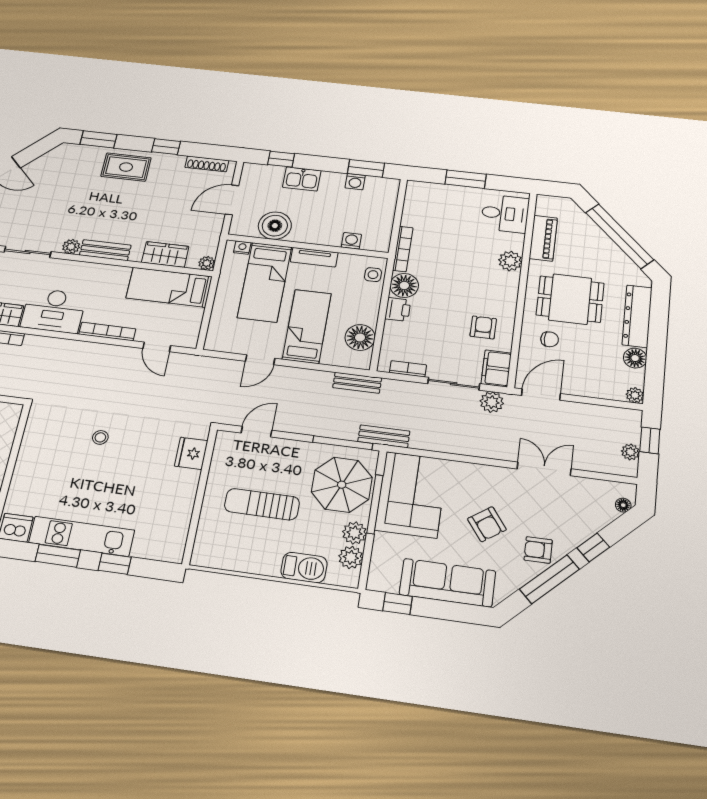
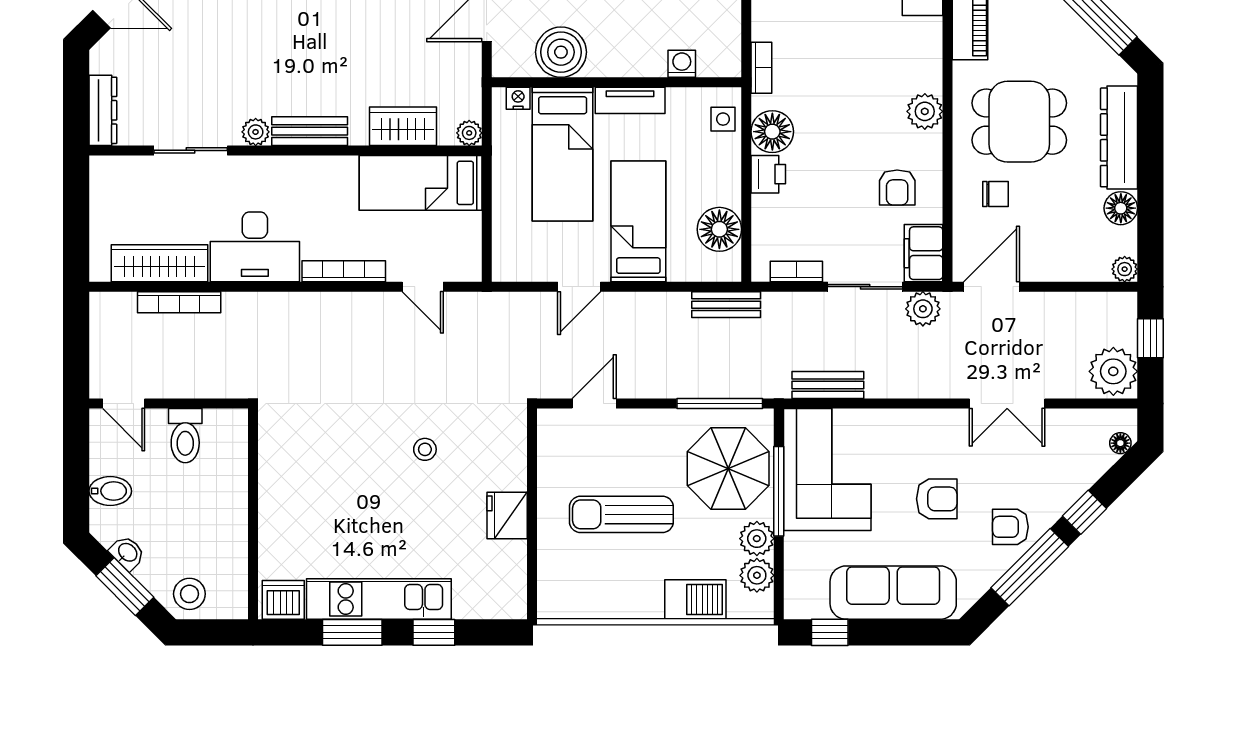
bookcase: (403, 249) -> (761, 68), width x0.64
plant: (510, 261) -> (925, 111), moved
armchair: (483, 327) -> (897, 187), turned 180
bench: (384, 436) -> (828, 385), moved
stool: (100, 437) -> (425, 449), moved
plant: (630, 452) -> (1113, 371), width x1.88, depth x1.88
fridge: (191, 453) -> (507, 515), moved
double door: (544, 469) -> (1007, 404), swing flipped
armchair: (487, 524) -> (937, 499), turned -54

